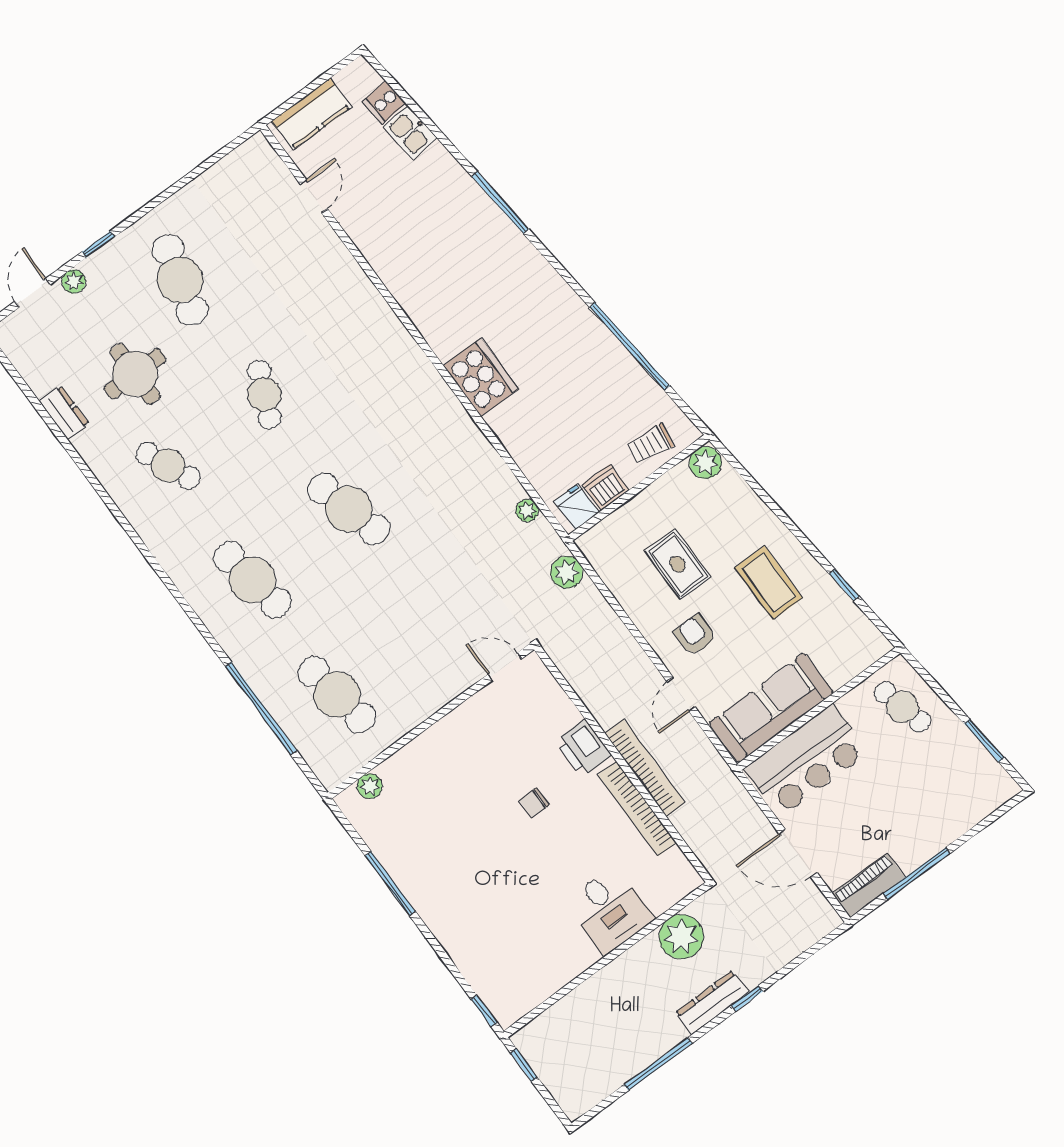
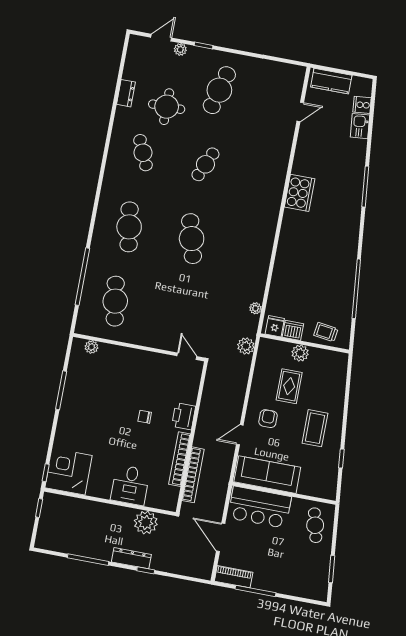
cooker: (481, 377) -> (300, 193), moved
plant: (705, 463) -> (300, 353), moved
bookcase: (645, 768) -> (193, 475), moved
corner desk: (512, 978) -> (69, 472), added

